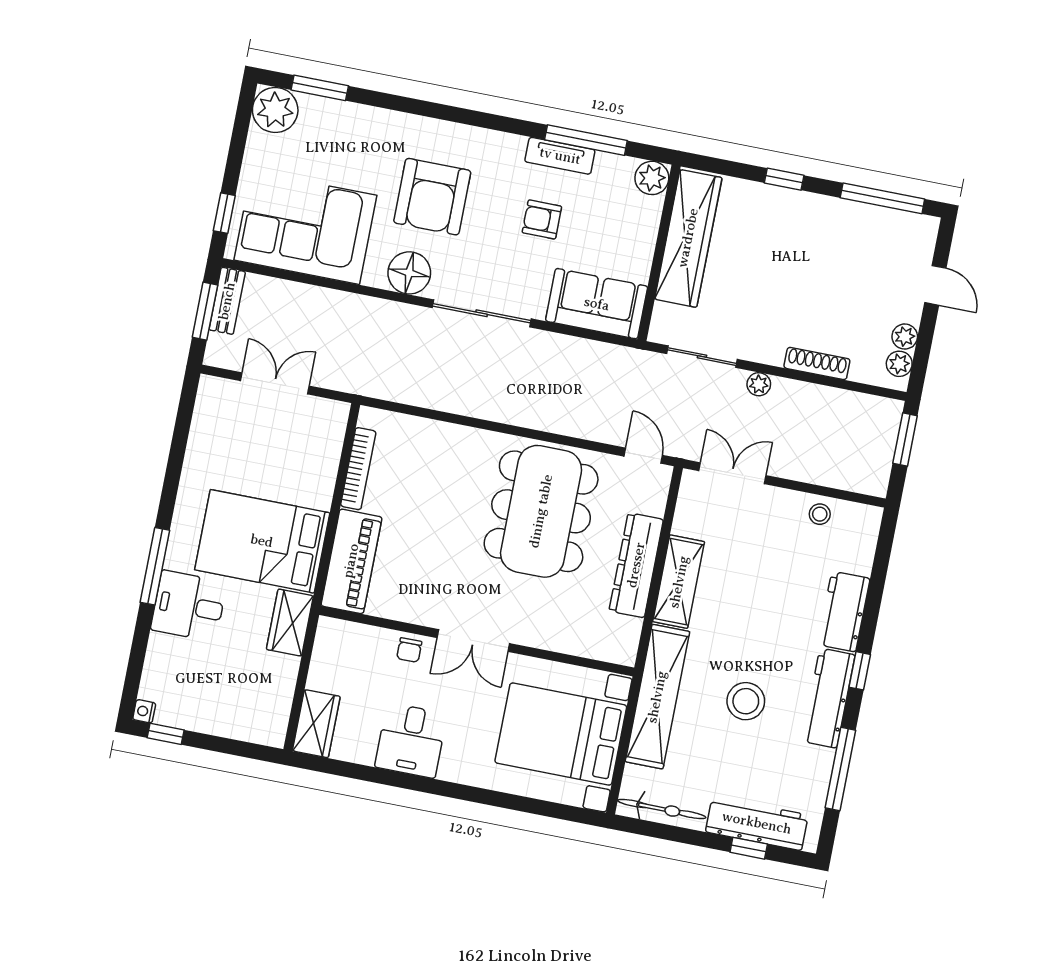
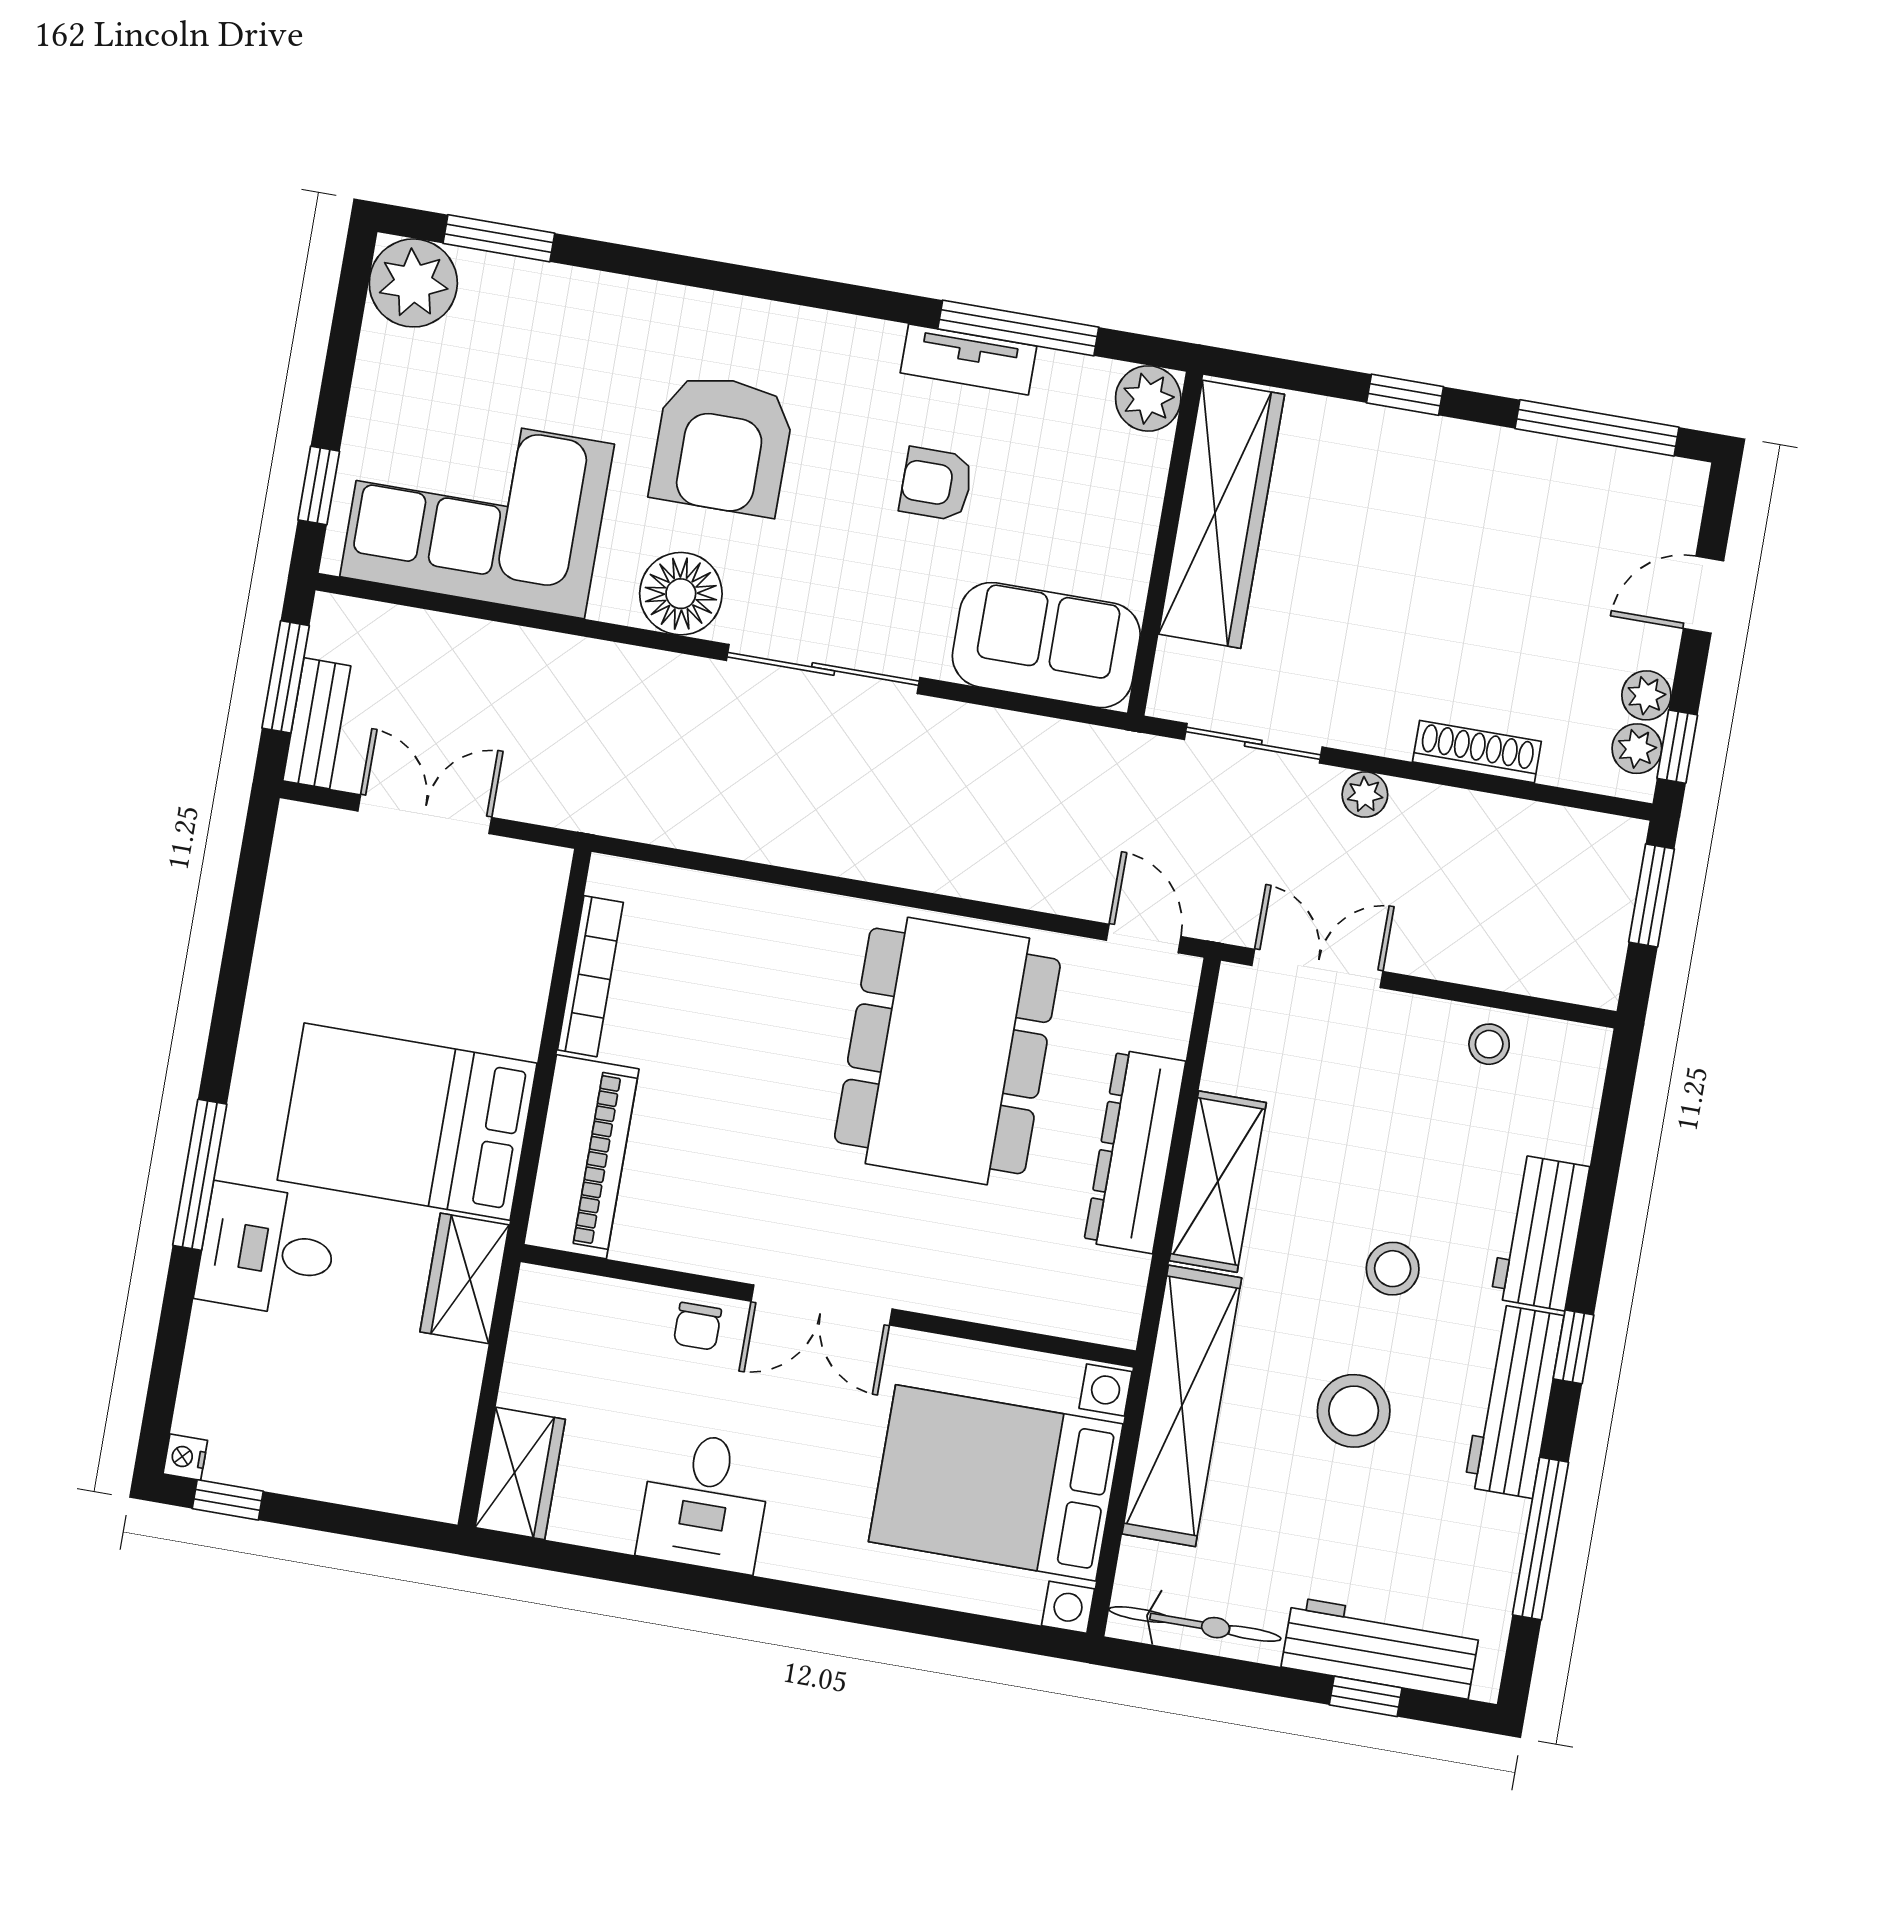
door: (935, 285) -> (1704, 595), swing flipped
bench: (227, 301) -> (317, 723), moved
window: (920, 363) -> (1677, 747), added
stool: (768, 628) -> (1393, 1269), added

